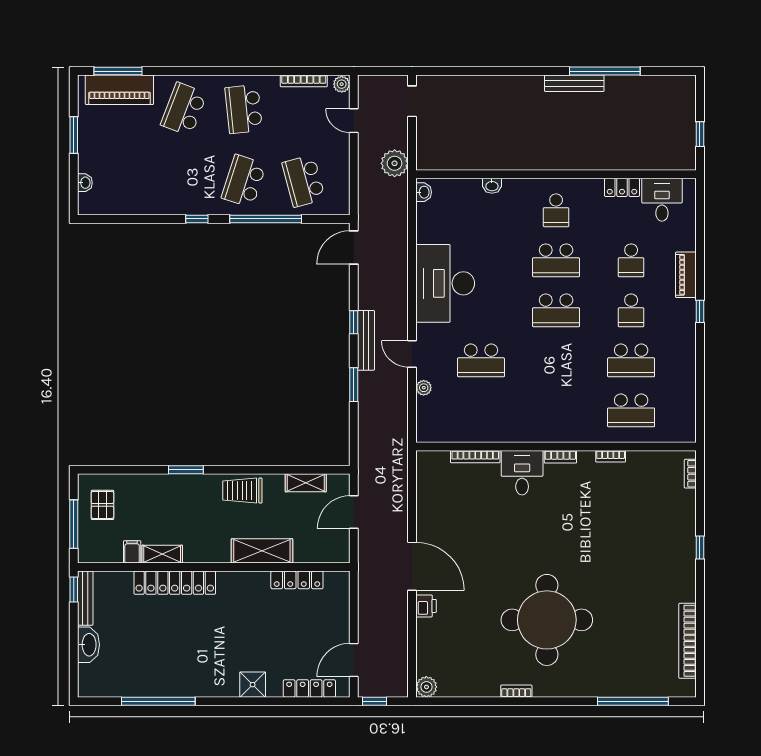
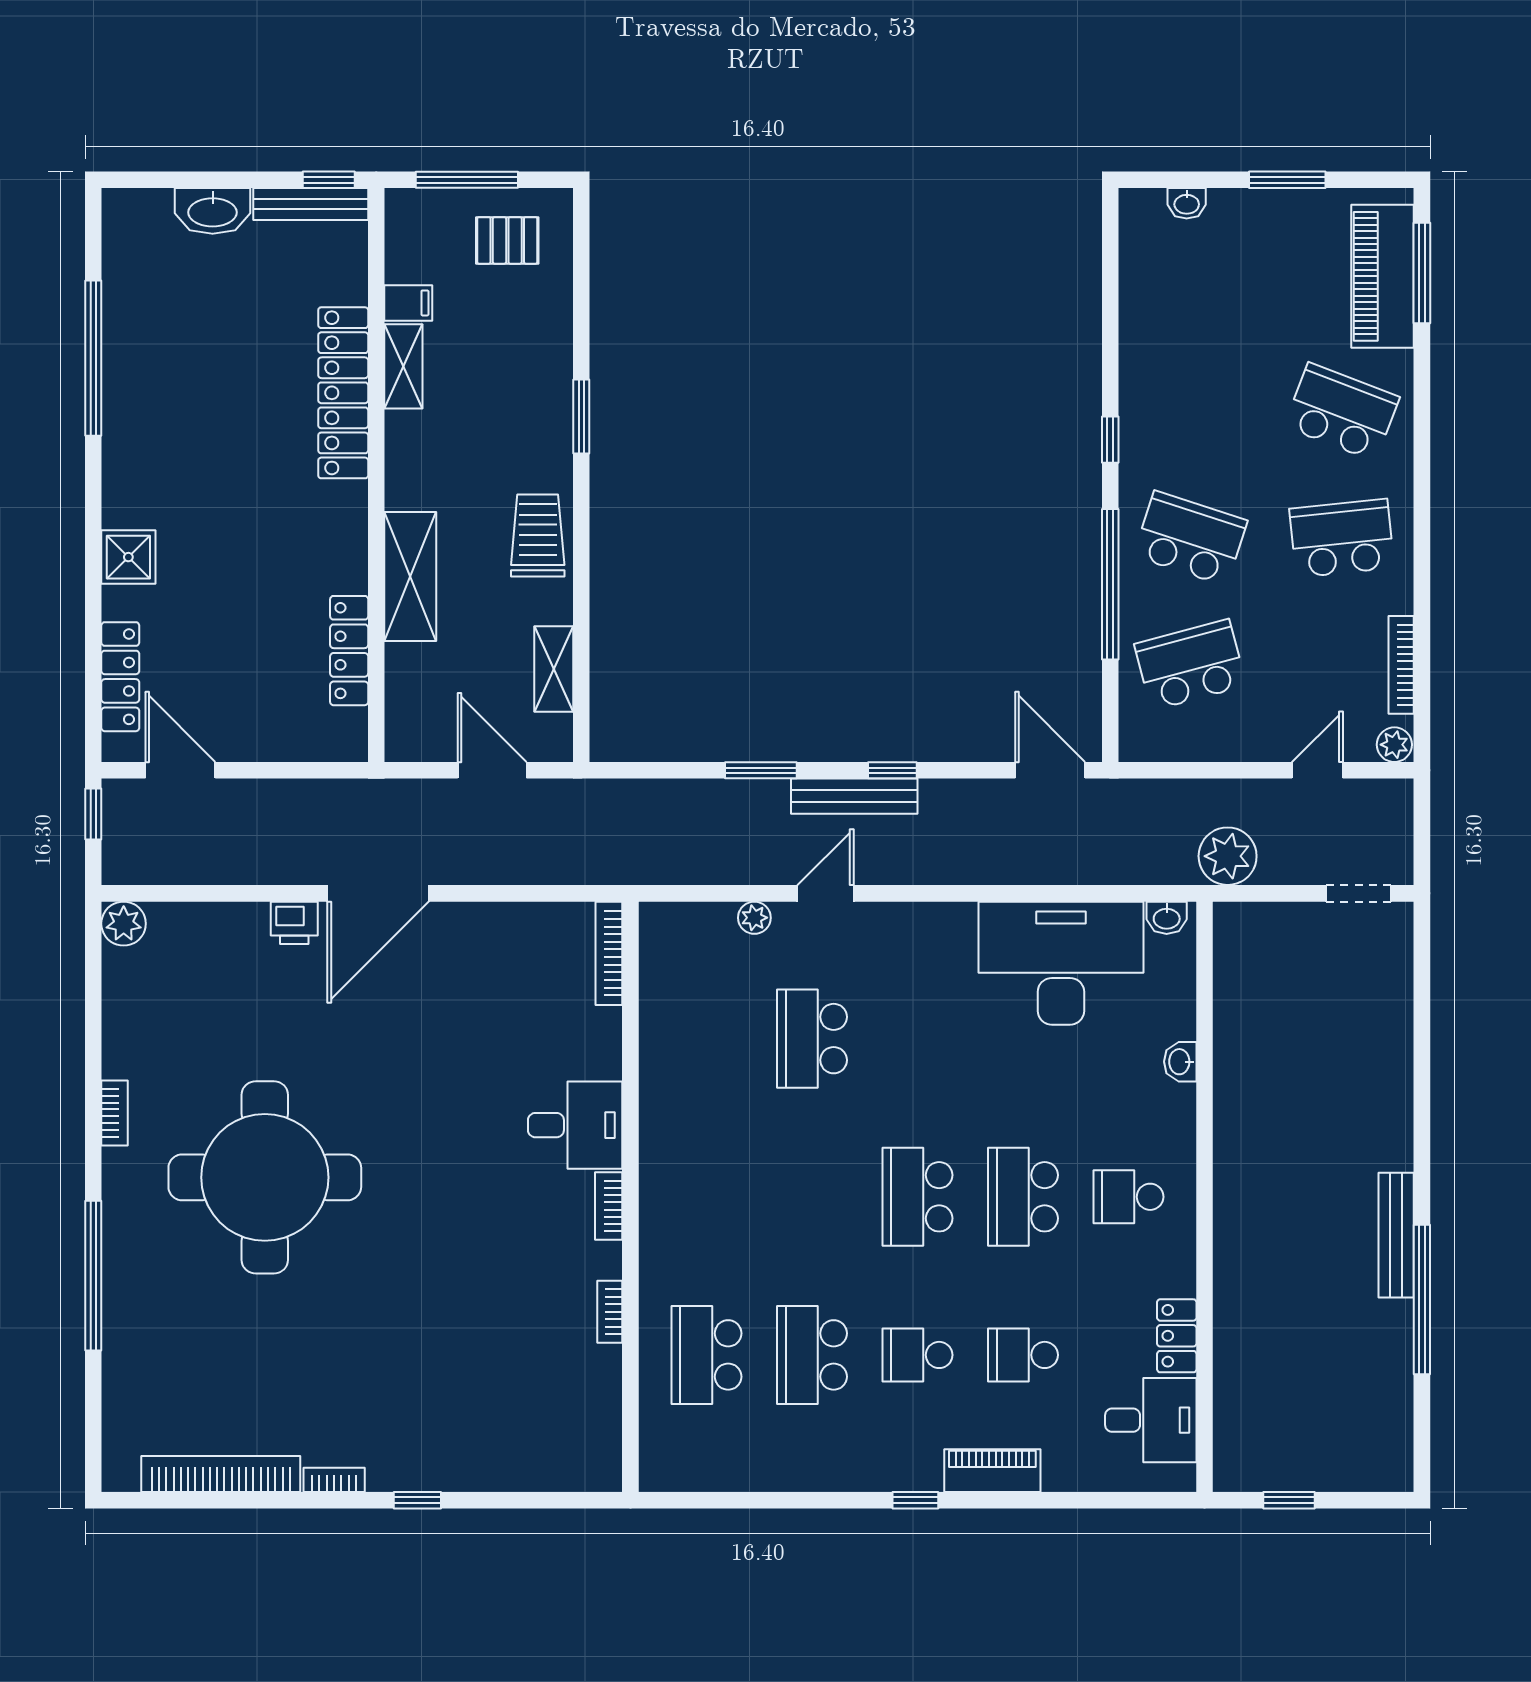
desk: (445, 283) -> (1061, 963), moved
bookcase: (475, 457) -> (609, 953), moved
bookcase: (690, 474) -> (334, 1480), moved
window: (633, 701) -> (93, 1276), moved

